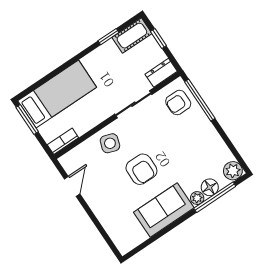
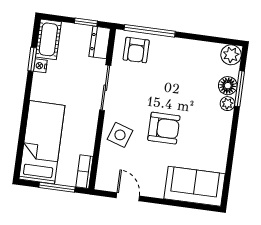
window: (158, 38) -> (86, 22), moved
nightstand: (109, 46) -> (40, 66), added
window: (27, 119) -> (57, 187), moved
window: (215, 197) -> (240, 89), width x0.69
sofa: (164, 210) -> (195, 186), moved, turned 90

